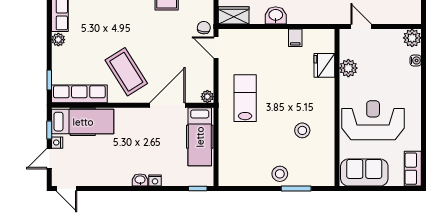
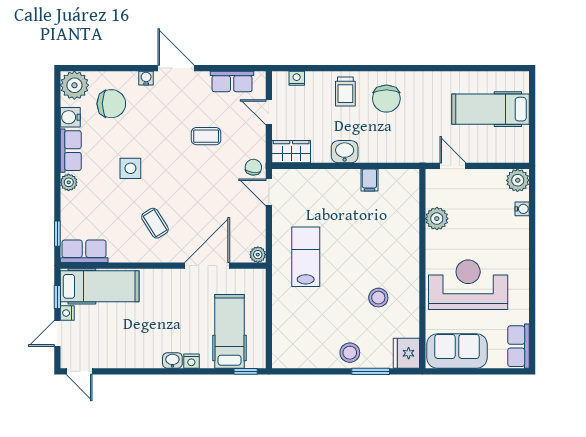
side table: (107, 29) -> (130, 168), added
fridge: (324, 65) -> (406, 353), moved
coffee table: (126, 72) -> (155, 223), width x0.54, depth x0.58
row of seats: (79, 94) -> (84, 251), width x0.68
hospital bed: (200, 137) -> (229, 331), moved, turned 180

